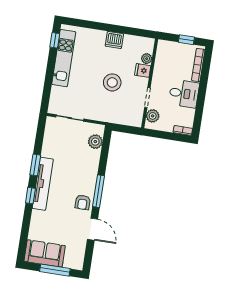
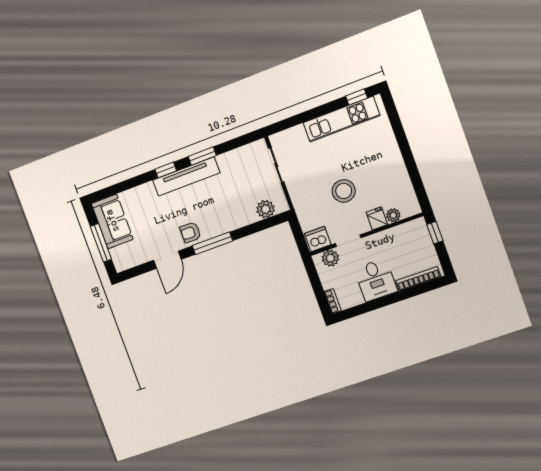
dishwasher: (114, 40) -> (318, 239), moved, turned 90
window: (186, 40) -> (435, 233), moved

